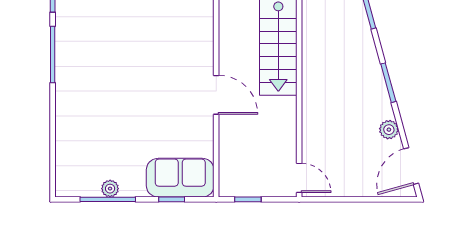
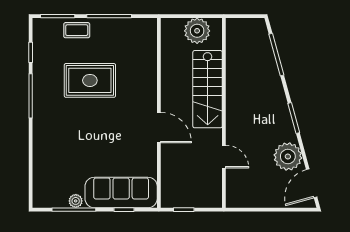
rug: (128, 35) -> (90, 80), added
plant: (389, 130) -> (288, 157), width x1.88, depth x1.88
sofa: (180, 178) -> (121, 192), width x1.36
door: (299, 178) -> (224, 157), moved

